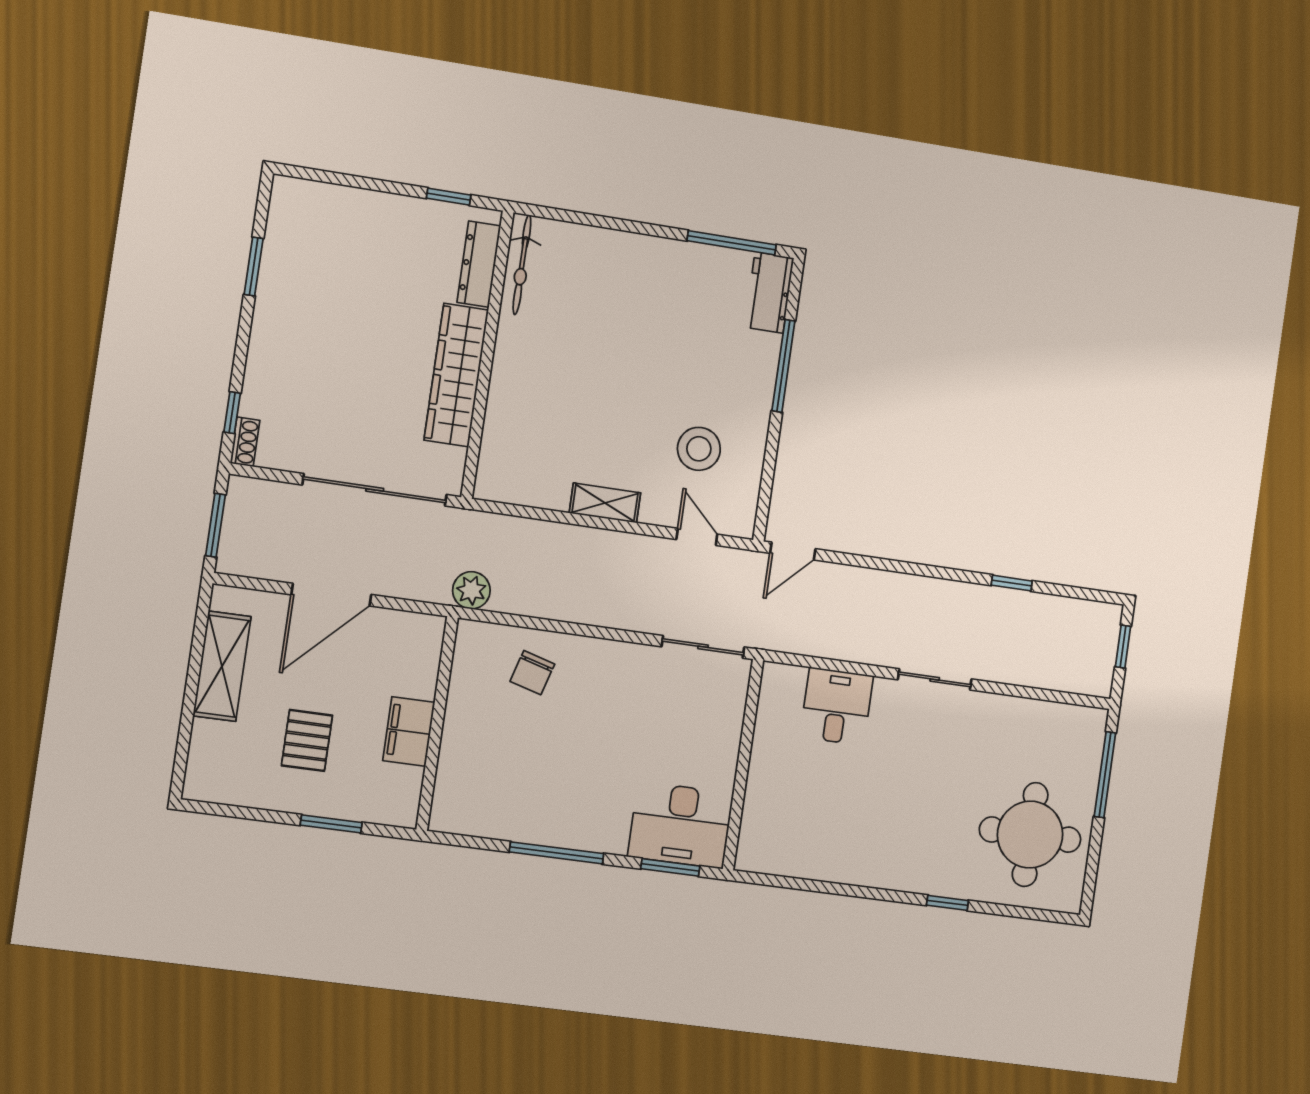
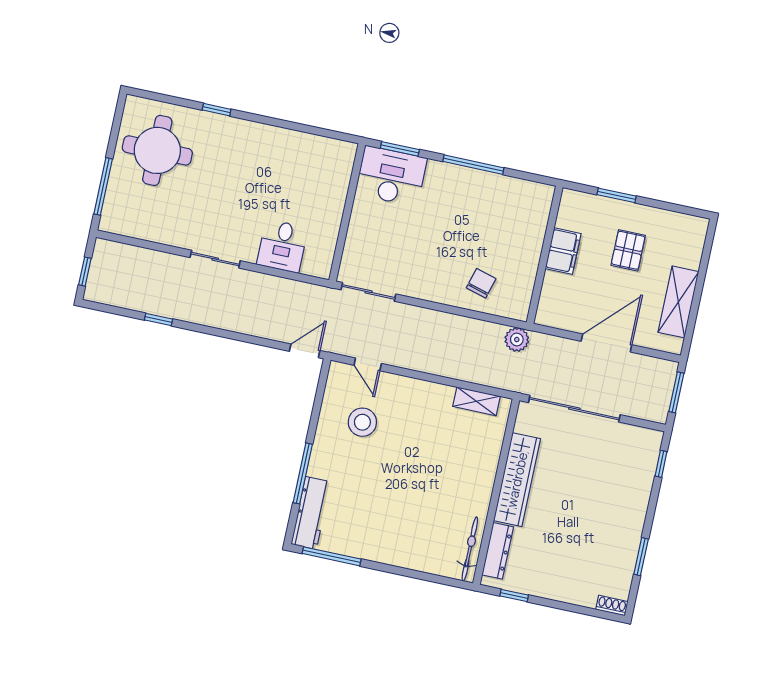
workbench: (769, 293) -> (311, 513), width x1.38
shoe rack: (245, 442) -> (612, 606), moved, turned 90
shelving: (605, 503) -> (477, 401), moved

